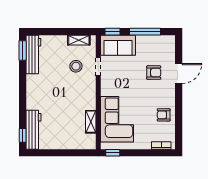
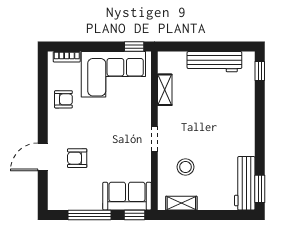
doorway: (98, 67) -> (154, 139), moved
corner sofa: (117, 119) -> (113, 74), moved, turned -90
workbench: (33, 130) -> (214, 62), moved, turned -90

